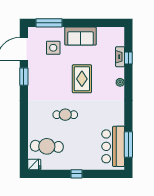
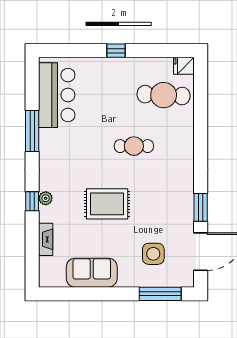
sofa: (80, 36) -> (92, 273), moved
window: (128, 58) -> (32, 201), moved
rug: (82, 79) -> (107, 204), turned 90
window: (128, 145) -> (32, 131), moved

